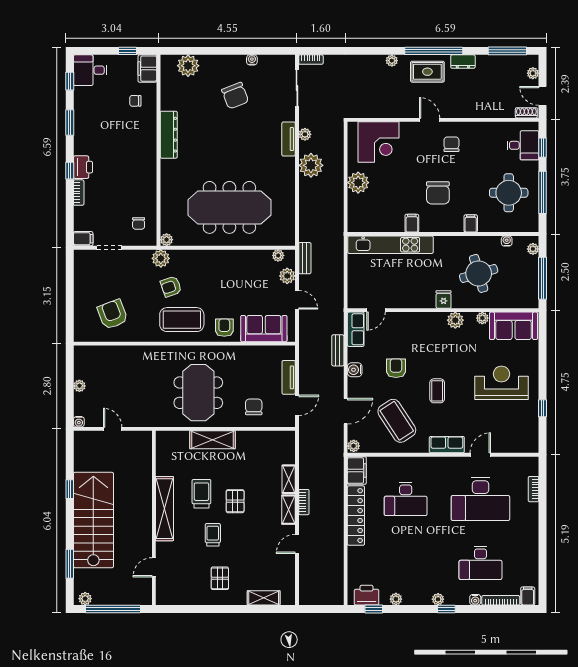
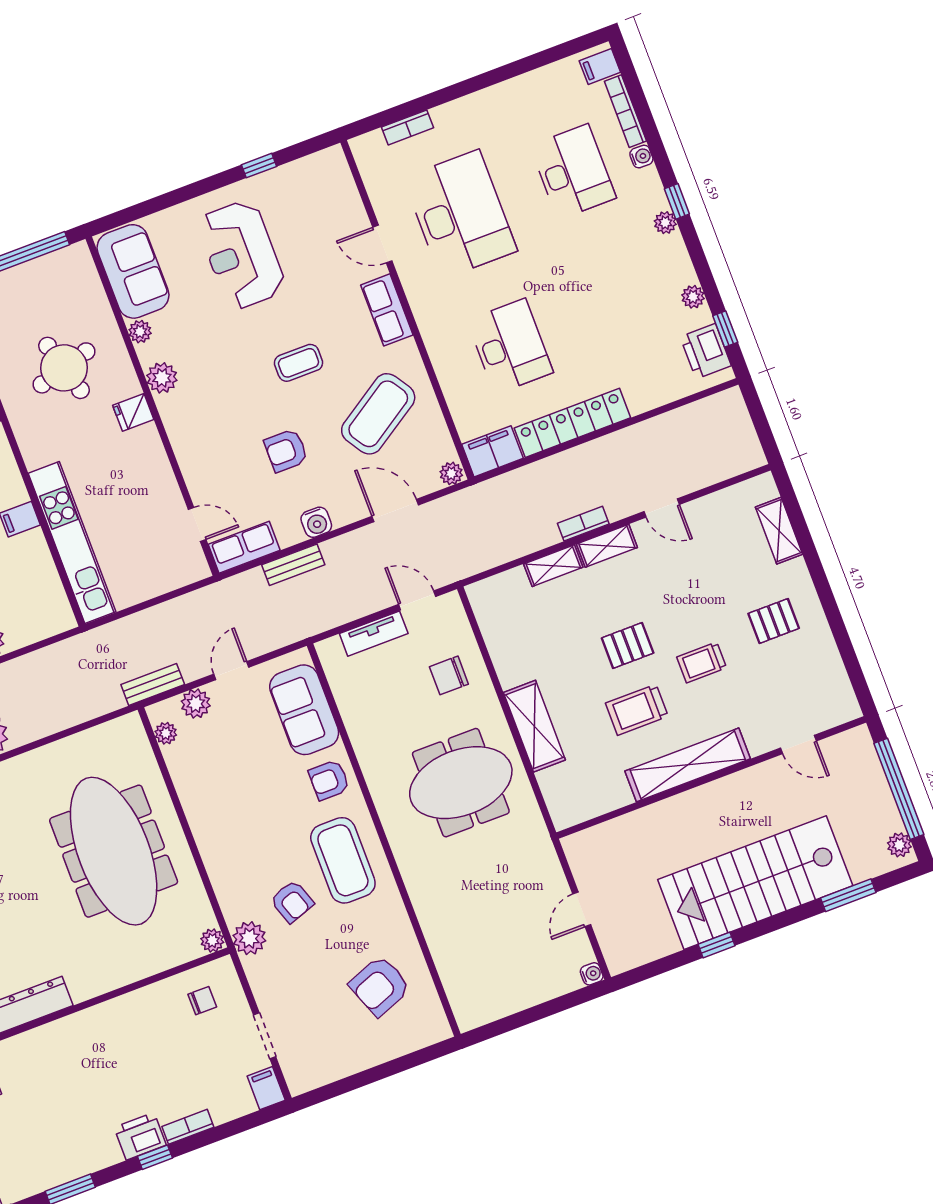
plant: (79, 386) -> (528, 997), removed

